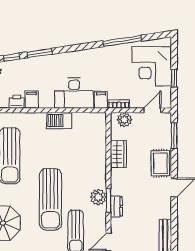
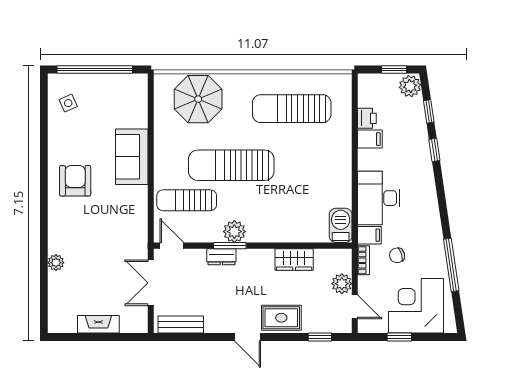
window: (39, 53) -> (434, 150), width x0.67
chair: (115, 80) -> (397, 255), added
plant: (124, 120) -> (342, 284), moved
barbecue: (59, 121) -> (341, 225), moved
window: (174, 135) -> (320, 337), width x0.67

